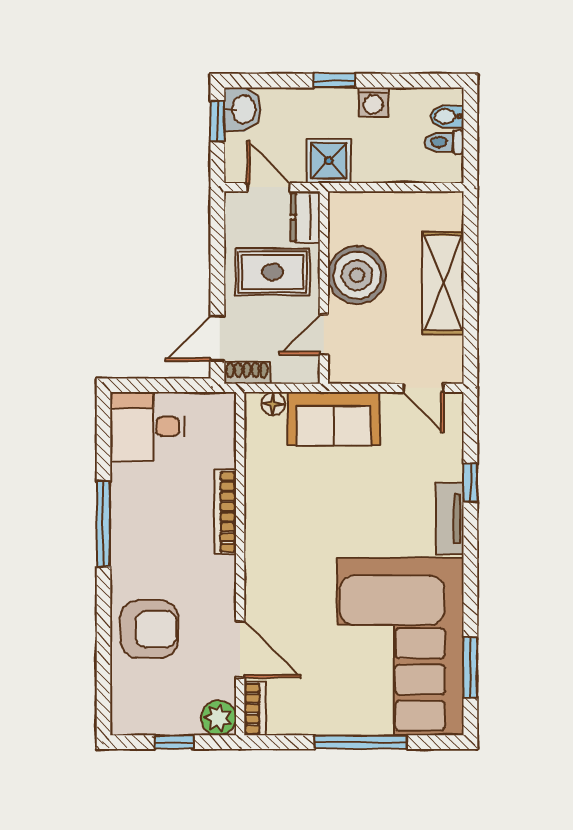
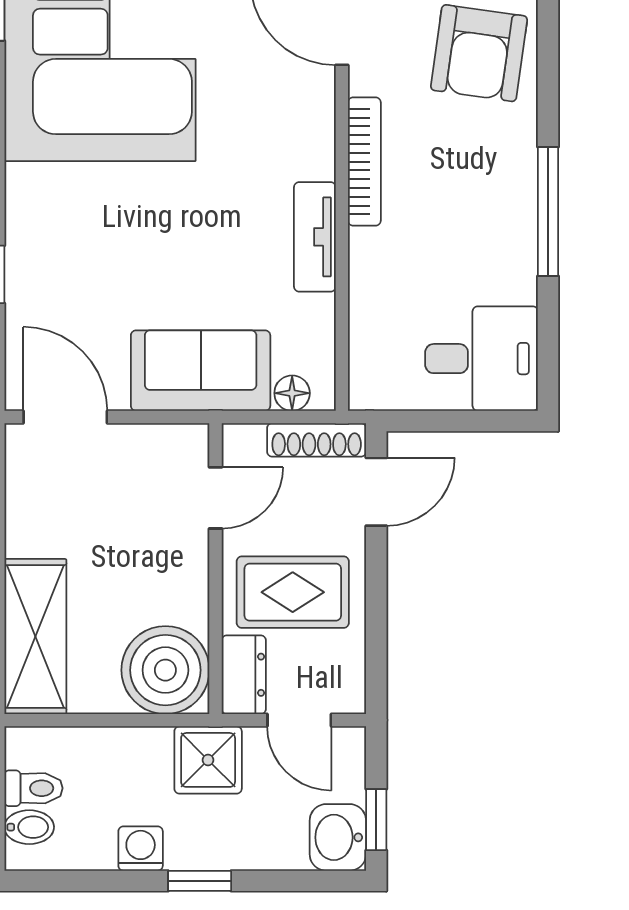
boiler: (357, 275) -> (165, 670), moved
shelving: (443, 283) -> (35, 636), moved
shoe rack: (247, 373) -> (317, 440), width x1.43
door: (423, 388) -> (65, 417), width x1.38
bookcase: (225, 512) -> (364, 162), moved
tv unit: (450, 519) -> (315, 237), moved, turned 180
armchair: (149, 629) -> (479, 53), turned -82

